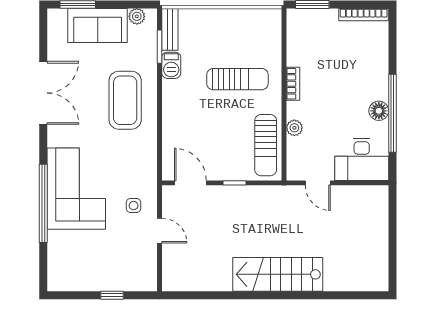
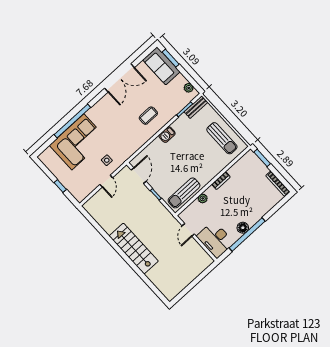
sofa: (98, 25) -> (161, 66), moved
barbecue: (171, 65) -> (167, 135), moved
sun lounger: (237, 79) -> (222, 138), moved
coffee table: (125, 100) -> (148, 116), width x0.54, depth x0.58
corner sofa: (76, 189) -> (78, 142), moved

